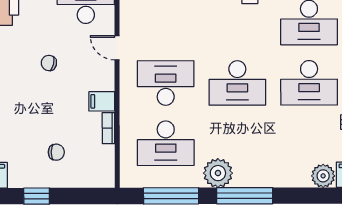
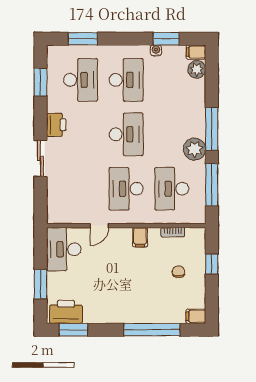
chair: (49, 63) -> (111, 277), removed
bookcase: (108, 128) -> (173, 232), moved
desk: (166, 143) -> (172, 189), turned 180
window: (37, 196) -> (212, 264), moved

